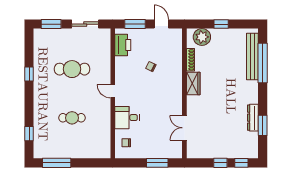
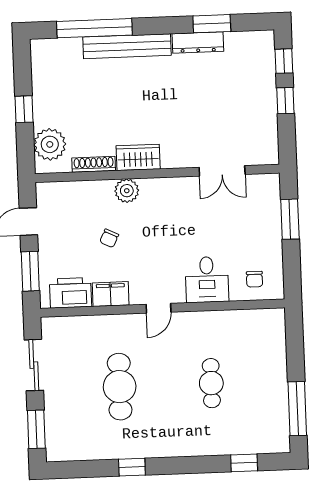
bench: (252, 56) -> (127, 46), moved
filing cabinet: (121, 66) -> (111, 294), added
plant: (176, 77) -> (127, 191), added

